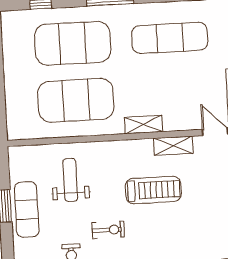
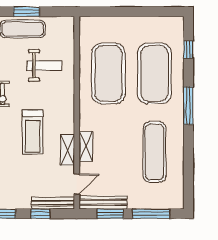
shelving: (144, 125) -> (86, 146), moved

